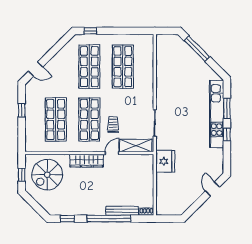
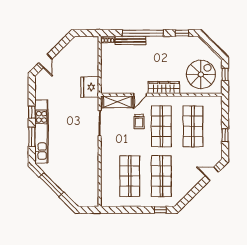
window: (197, 49) -> (51, 185), moved

